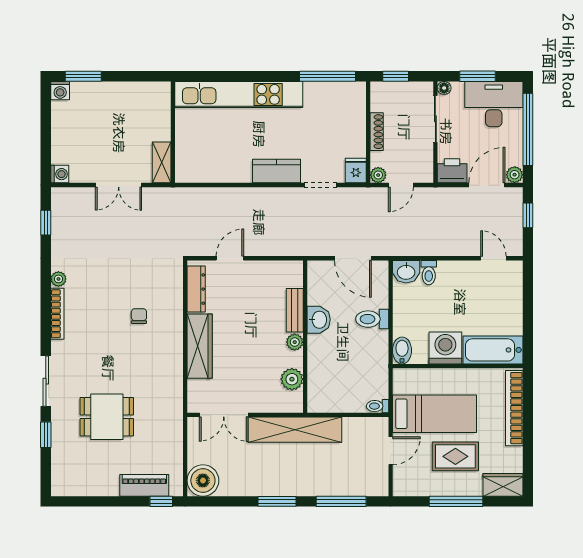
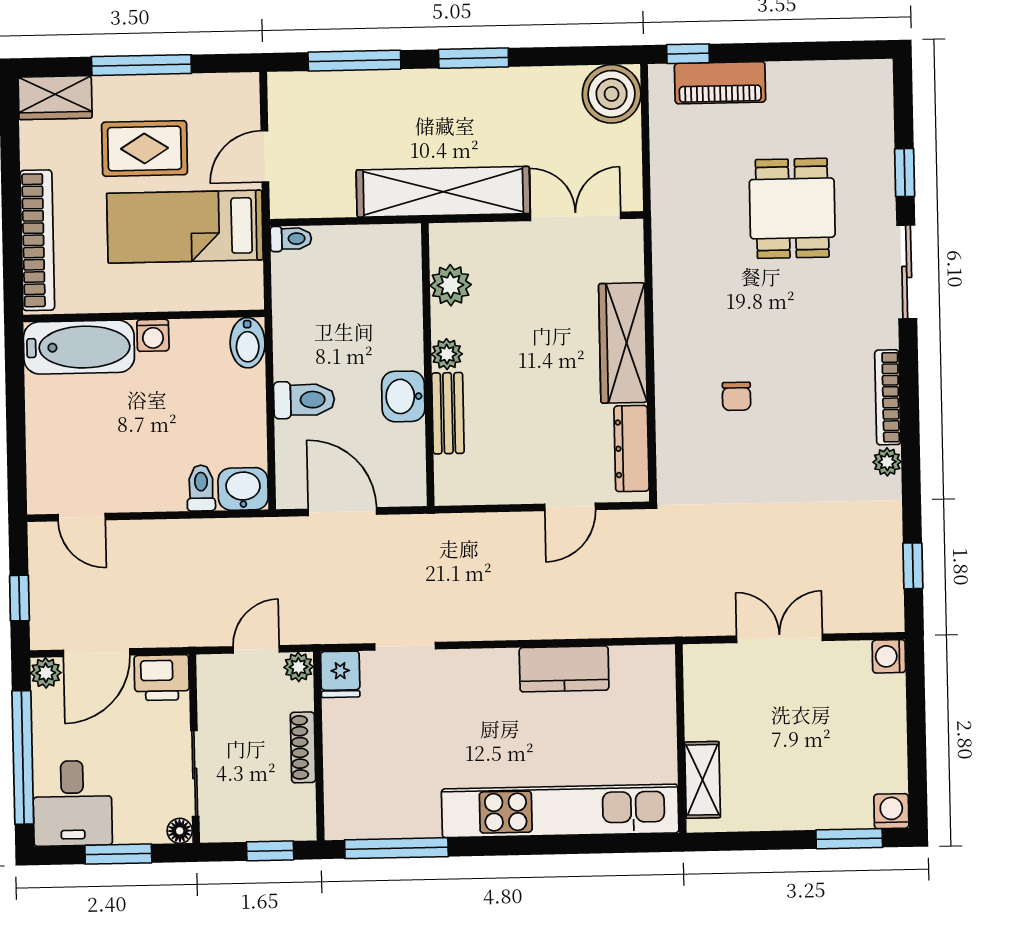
desk: (494, 104) -> (72, 803), width x0.73
shelving: (162, 162) -> (702, 780), moved
kitchen counter: (276, 171) -> (564, 669), moved
washing machine: (445, 348) -> (153, 335), width x0.53, depth x0.53
dining table: (107, 417) -> (792, 208), turned 90

